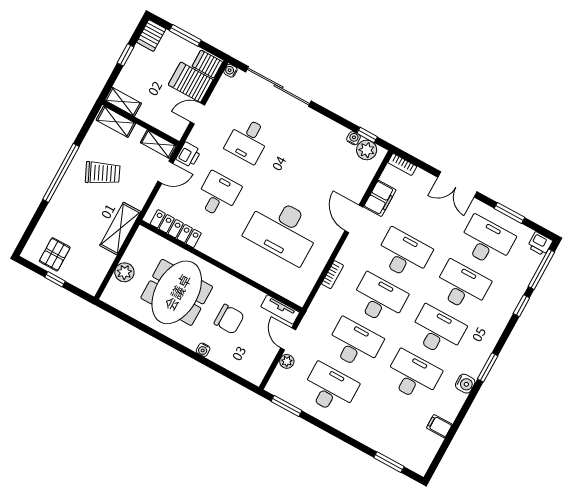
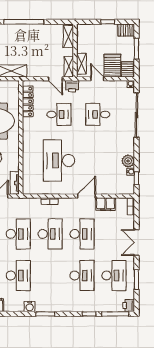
shelving: (123, 102) -> (81, 64), moved
plant: (367, 150) -> (128, 161), moved
trolley: (103, 173) -> (36, 45), removed
desk: (437, 331) -> (50, 276), removed

